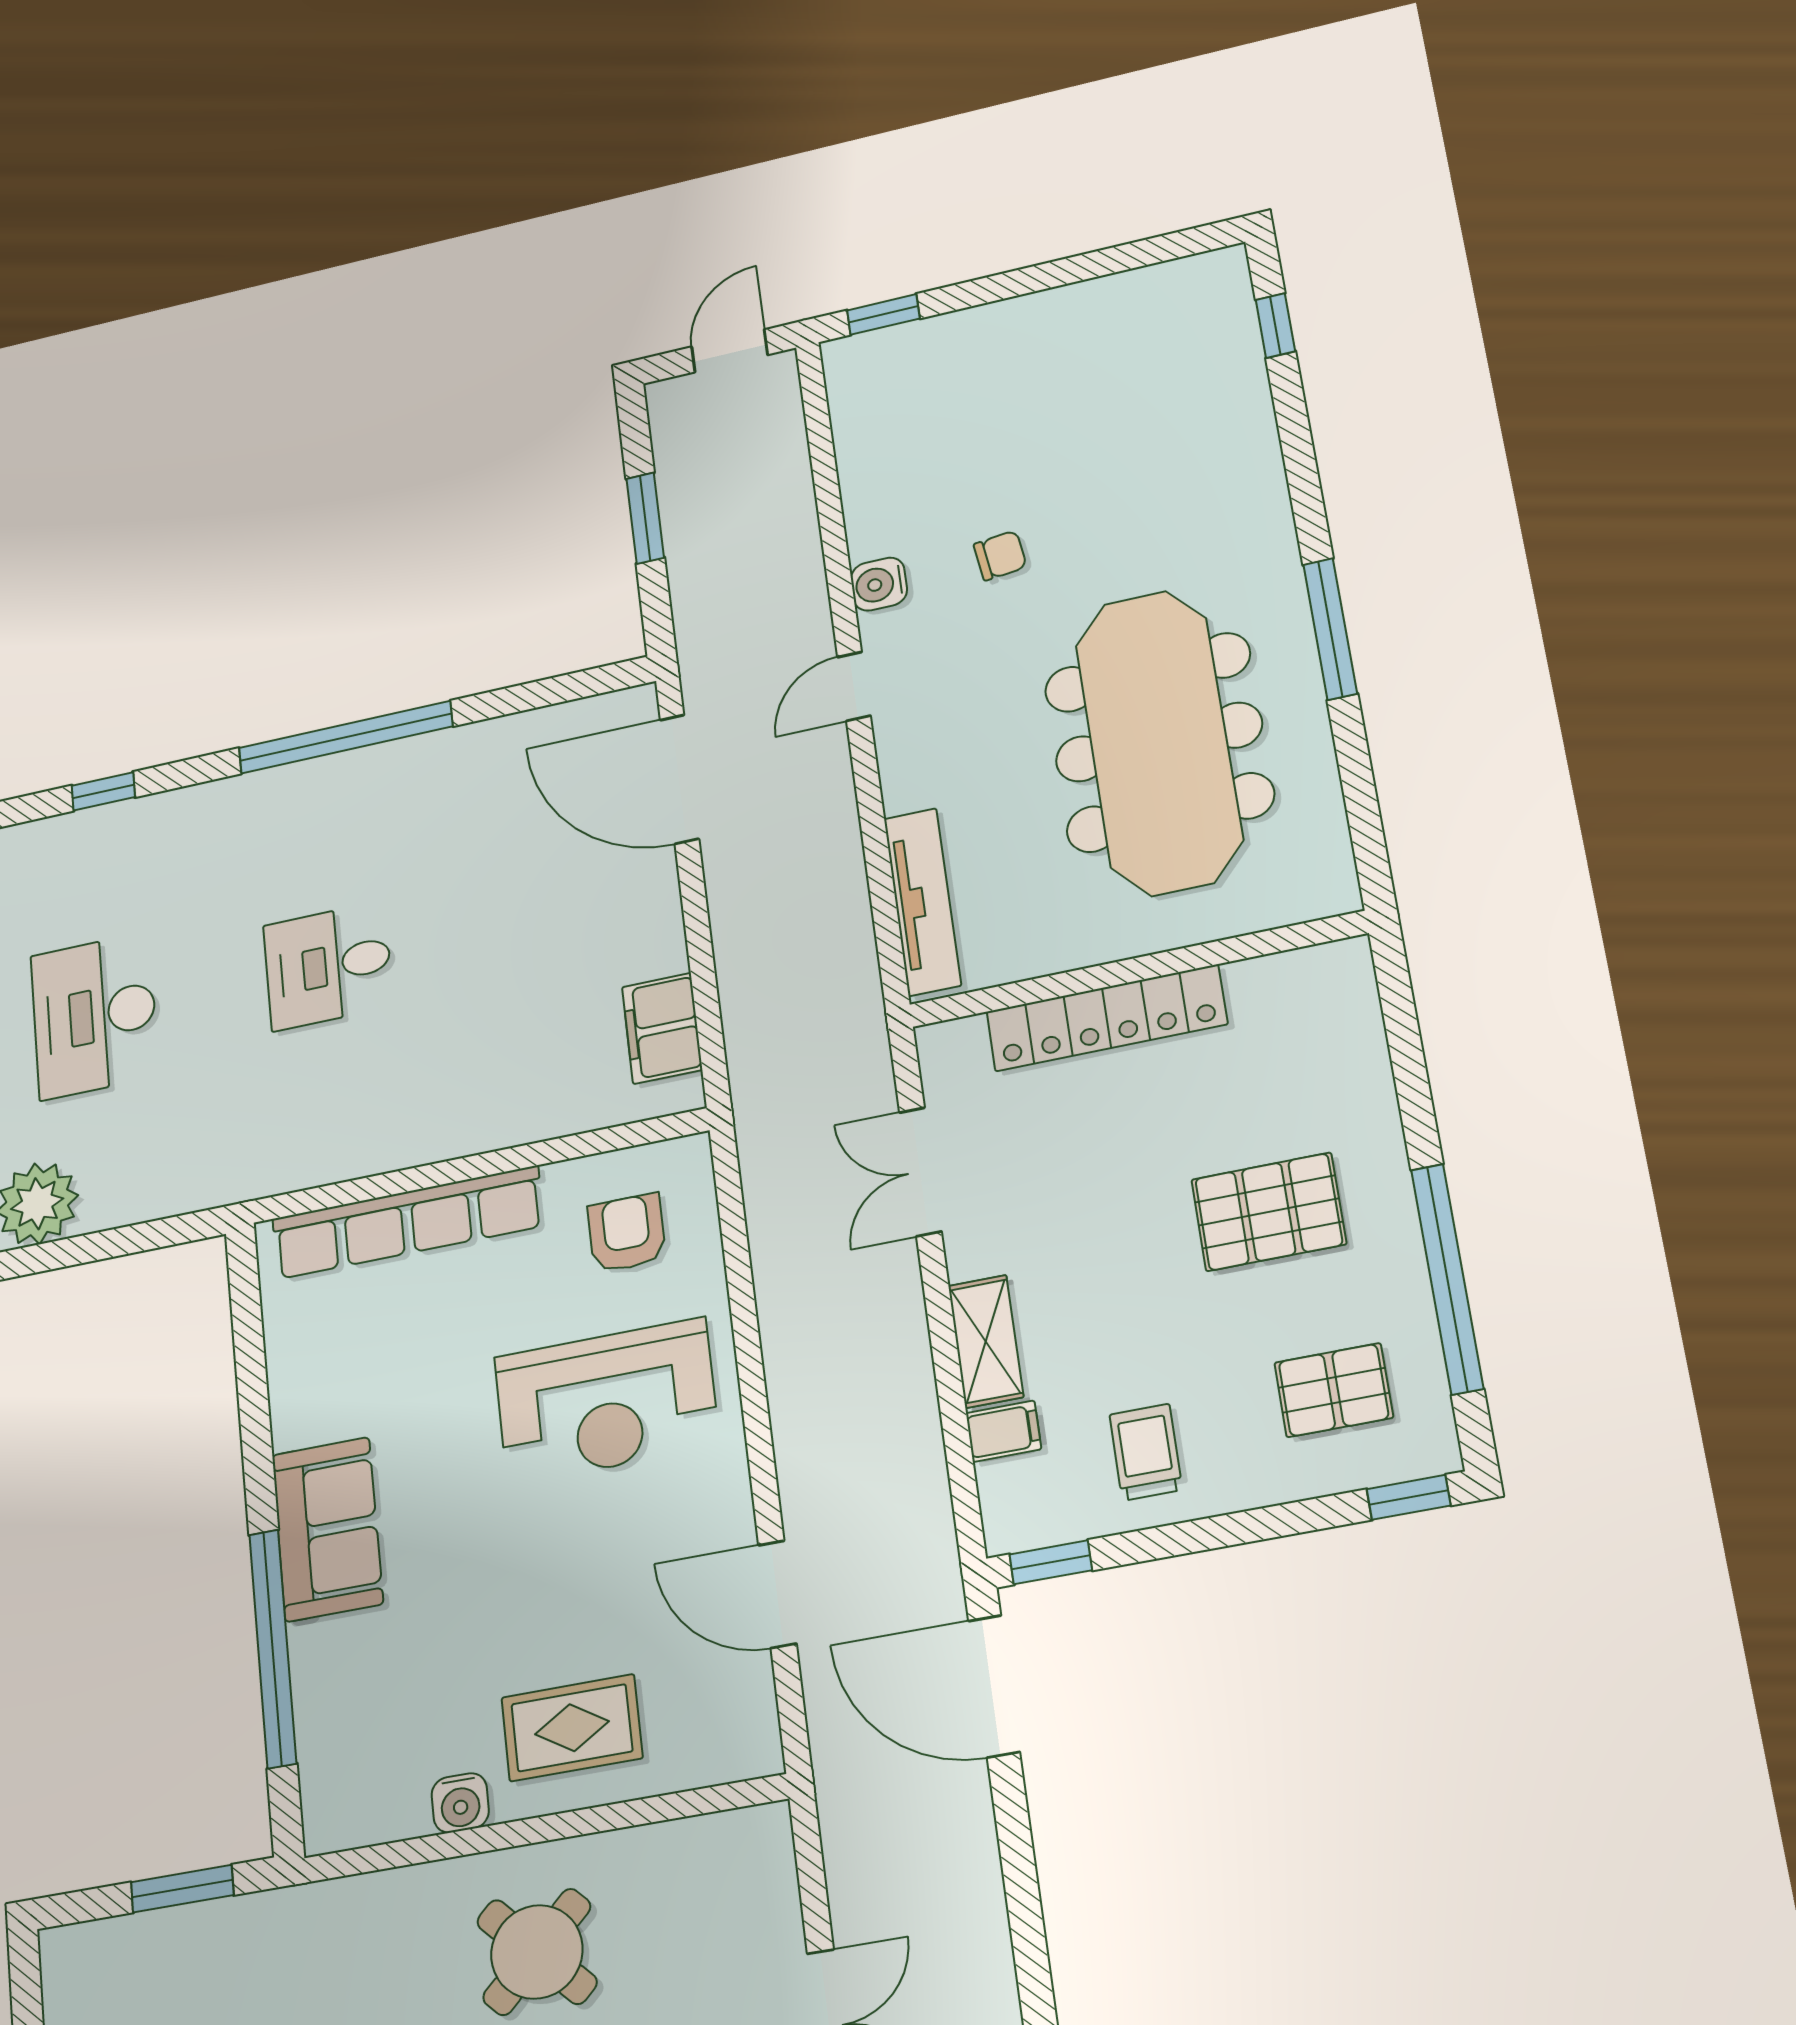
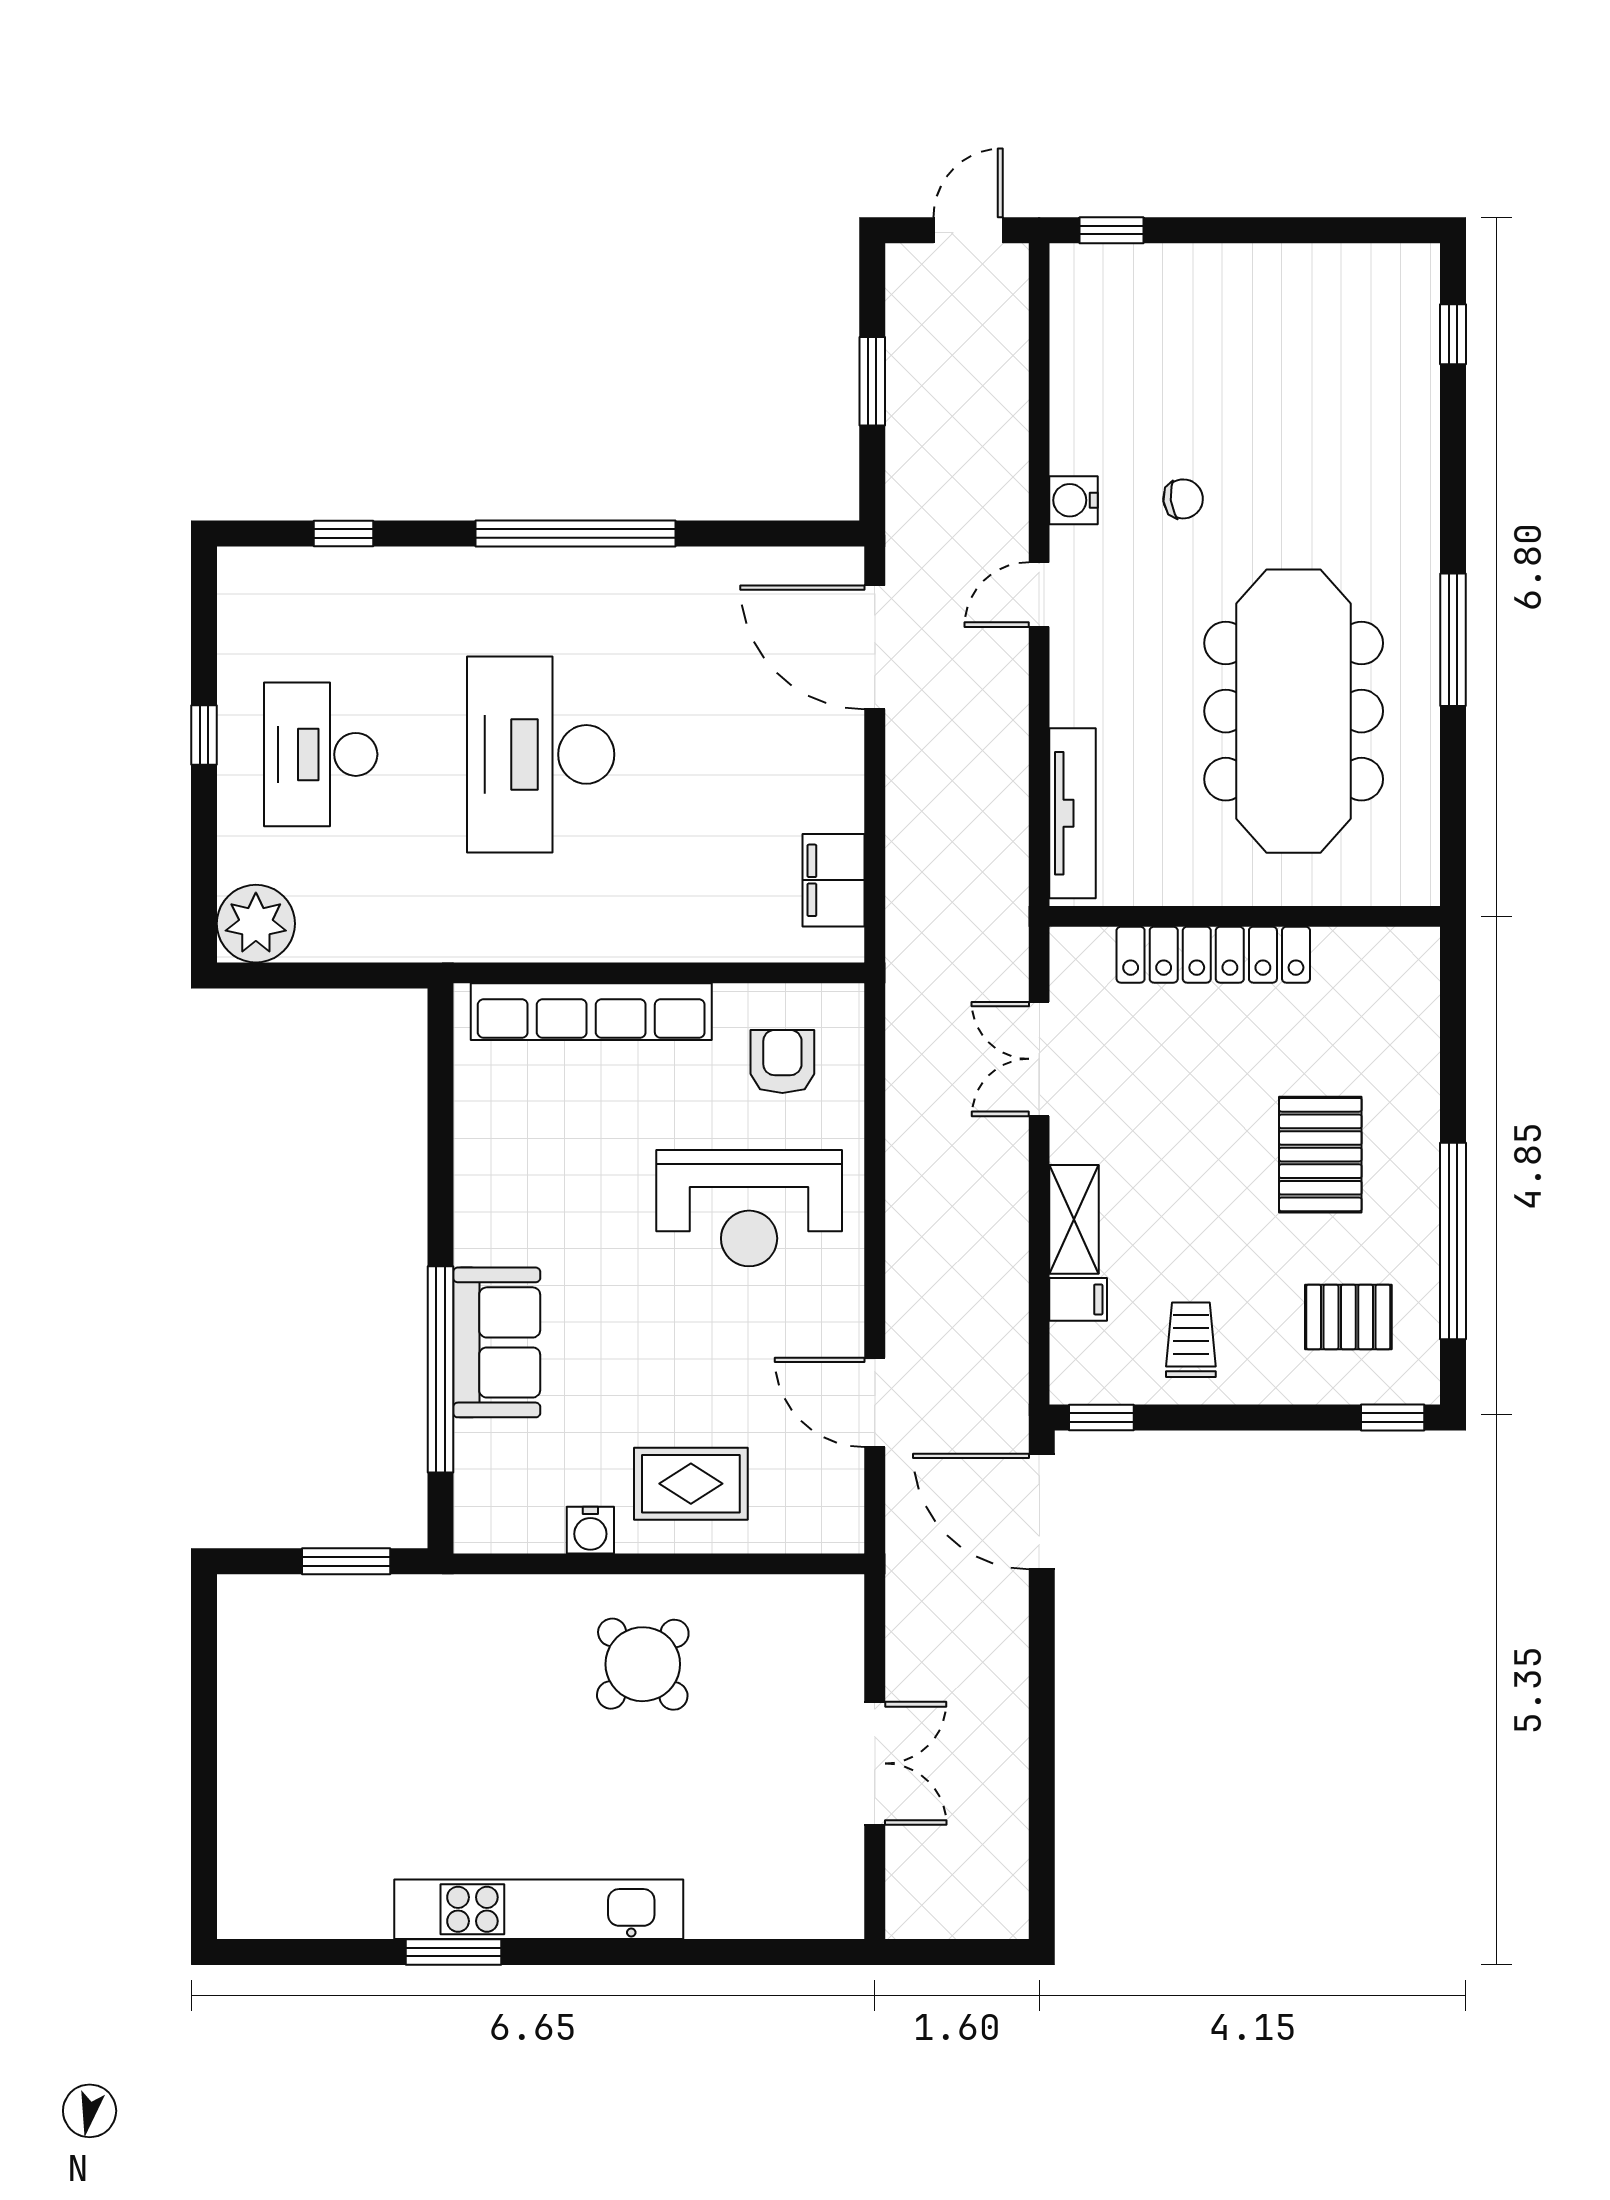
desk: (328, 966) -> (541, 754), width x1.87, depth x1.30
pallet: (1269, 1212) -> (1320, 1155), turned 90
sofa: (327, 1529) -> (497, 1342), moved

